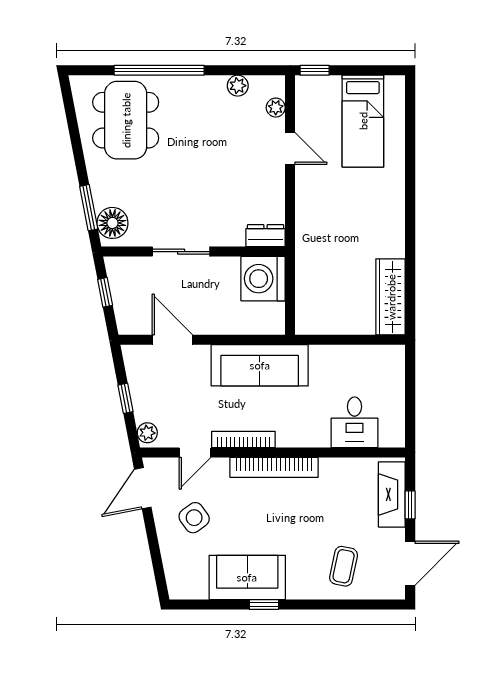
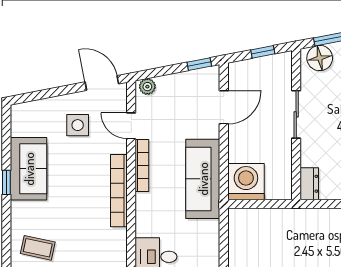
washing machine: (263, 279) -> (246, 182), moved
window: (125, 398) -> (199, 64), moved
side table: (194, 518) -> (78, 125), turned 36

